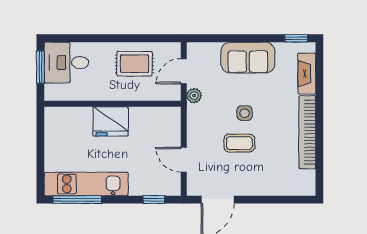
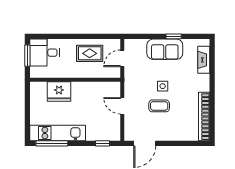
window: (296, 38) -> (174, 36), moved
plant: (194, 96) -> (129, 74), removed
fridge: (111, 121) -> (59, 92), moved
bookcase: (307, 132) -> (204, 117), moved
door: (184, 160) -> (122, 106), moved

